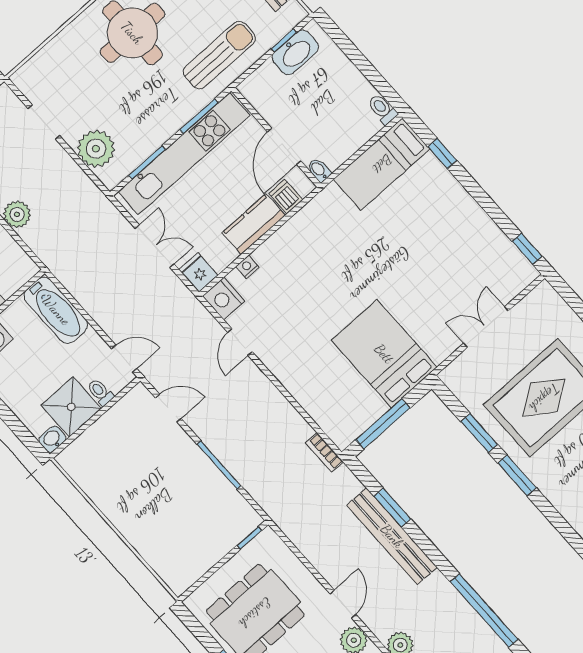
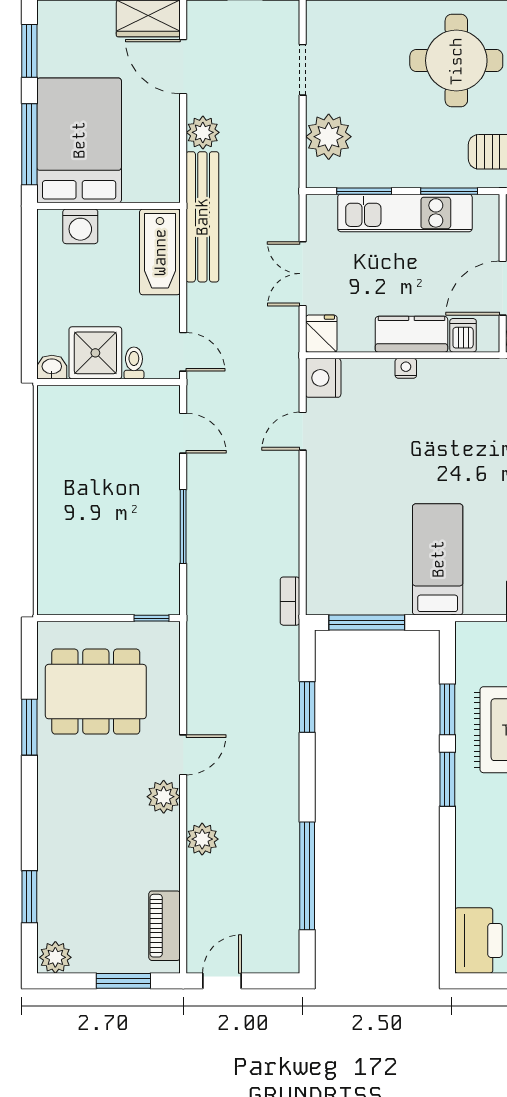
kitchen unit: (184, 154) -> (405, 213), width x0.73
double door: (155, 246) -> (303, 274), swing flipped
nightstand: (247, 267) -> (406, 368), moved
bed: (384, 354) -> (438, 559), width x0.67
bench: (392, 536) -> (202, 217), moved

